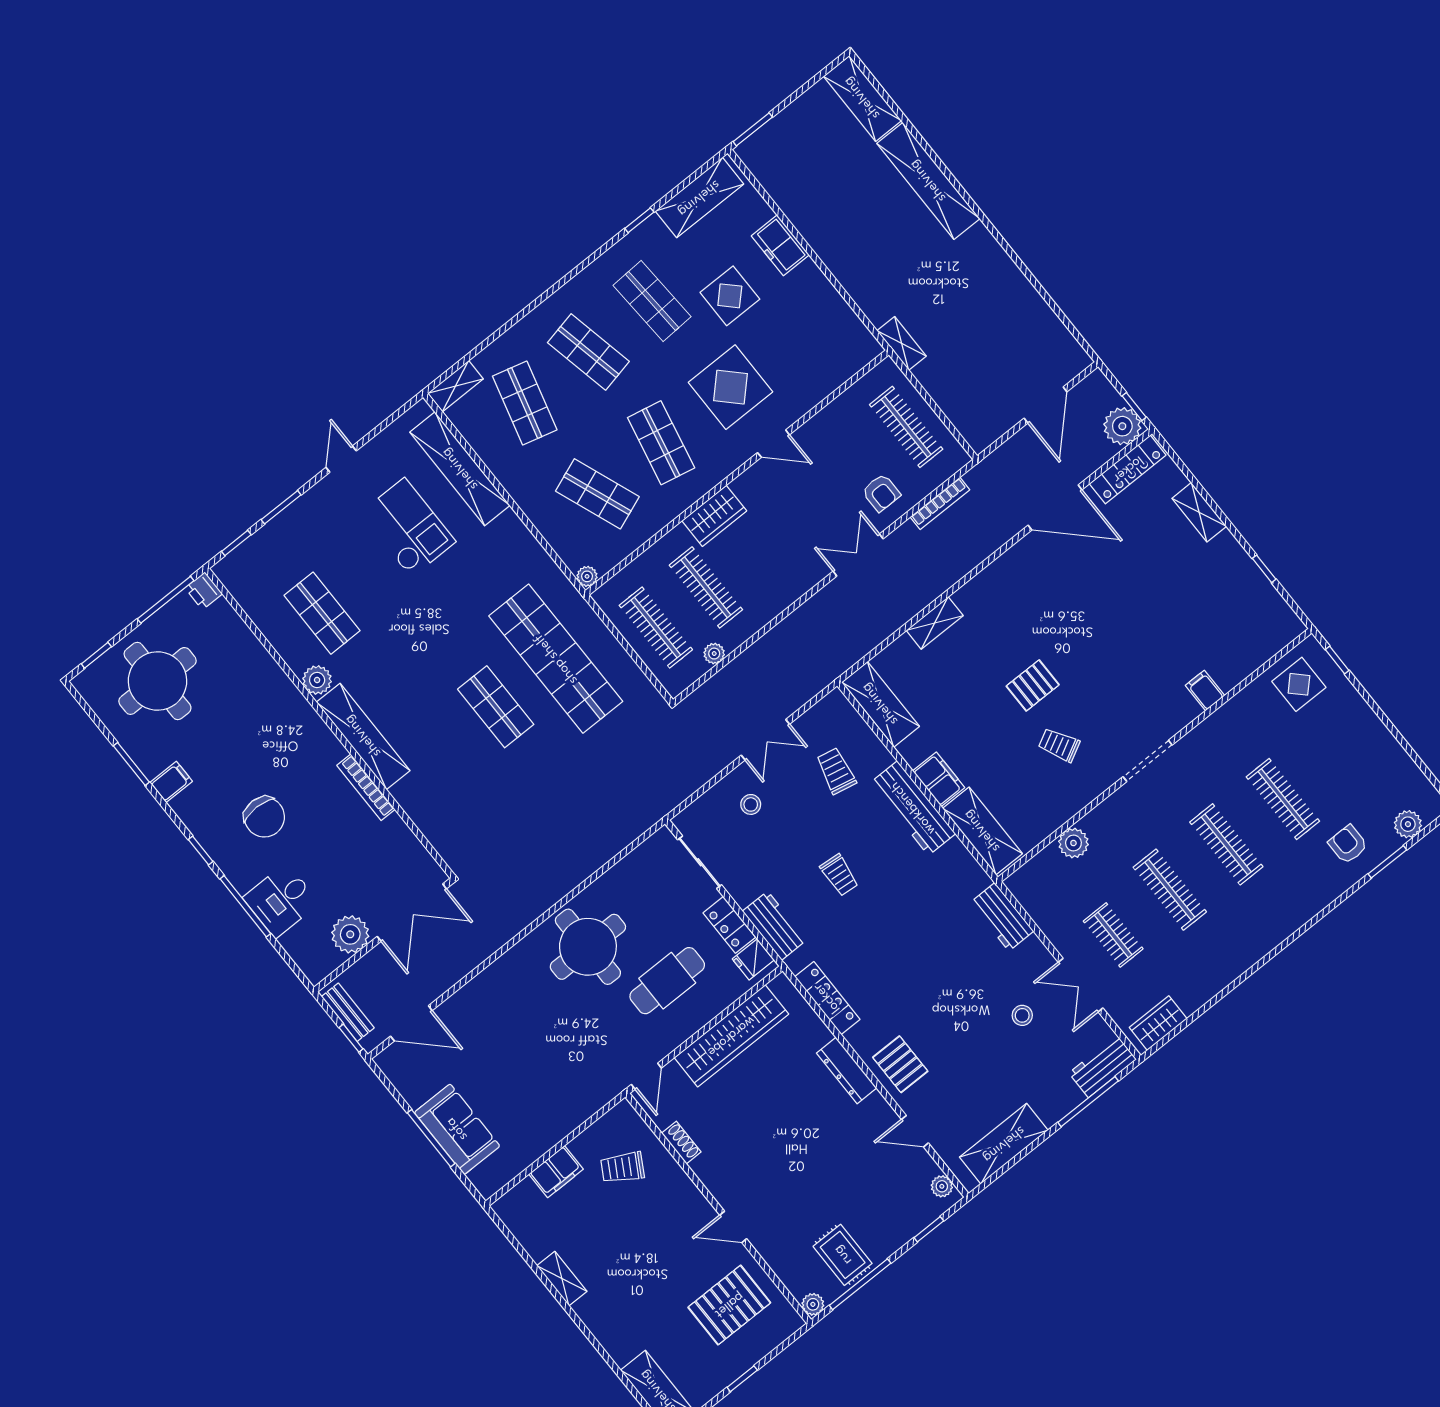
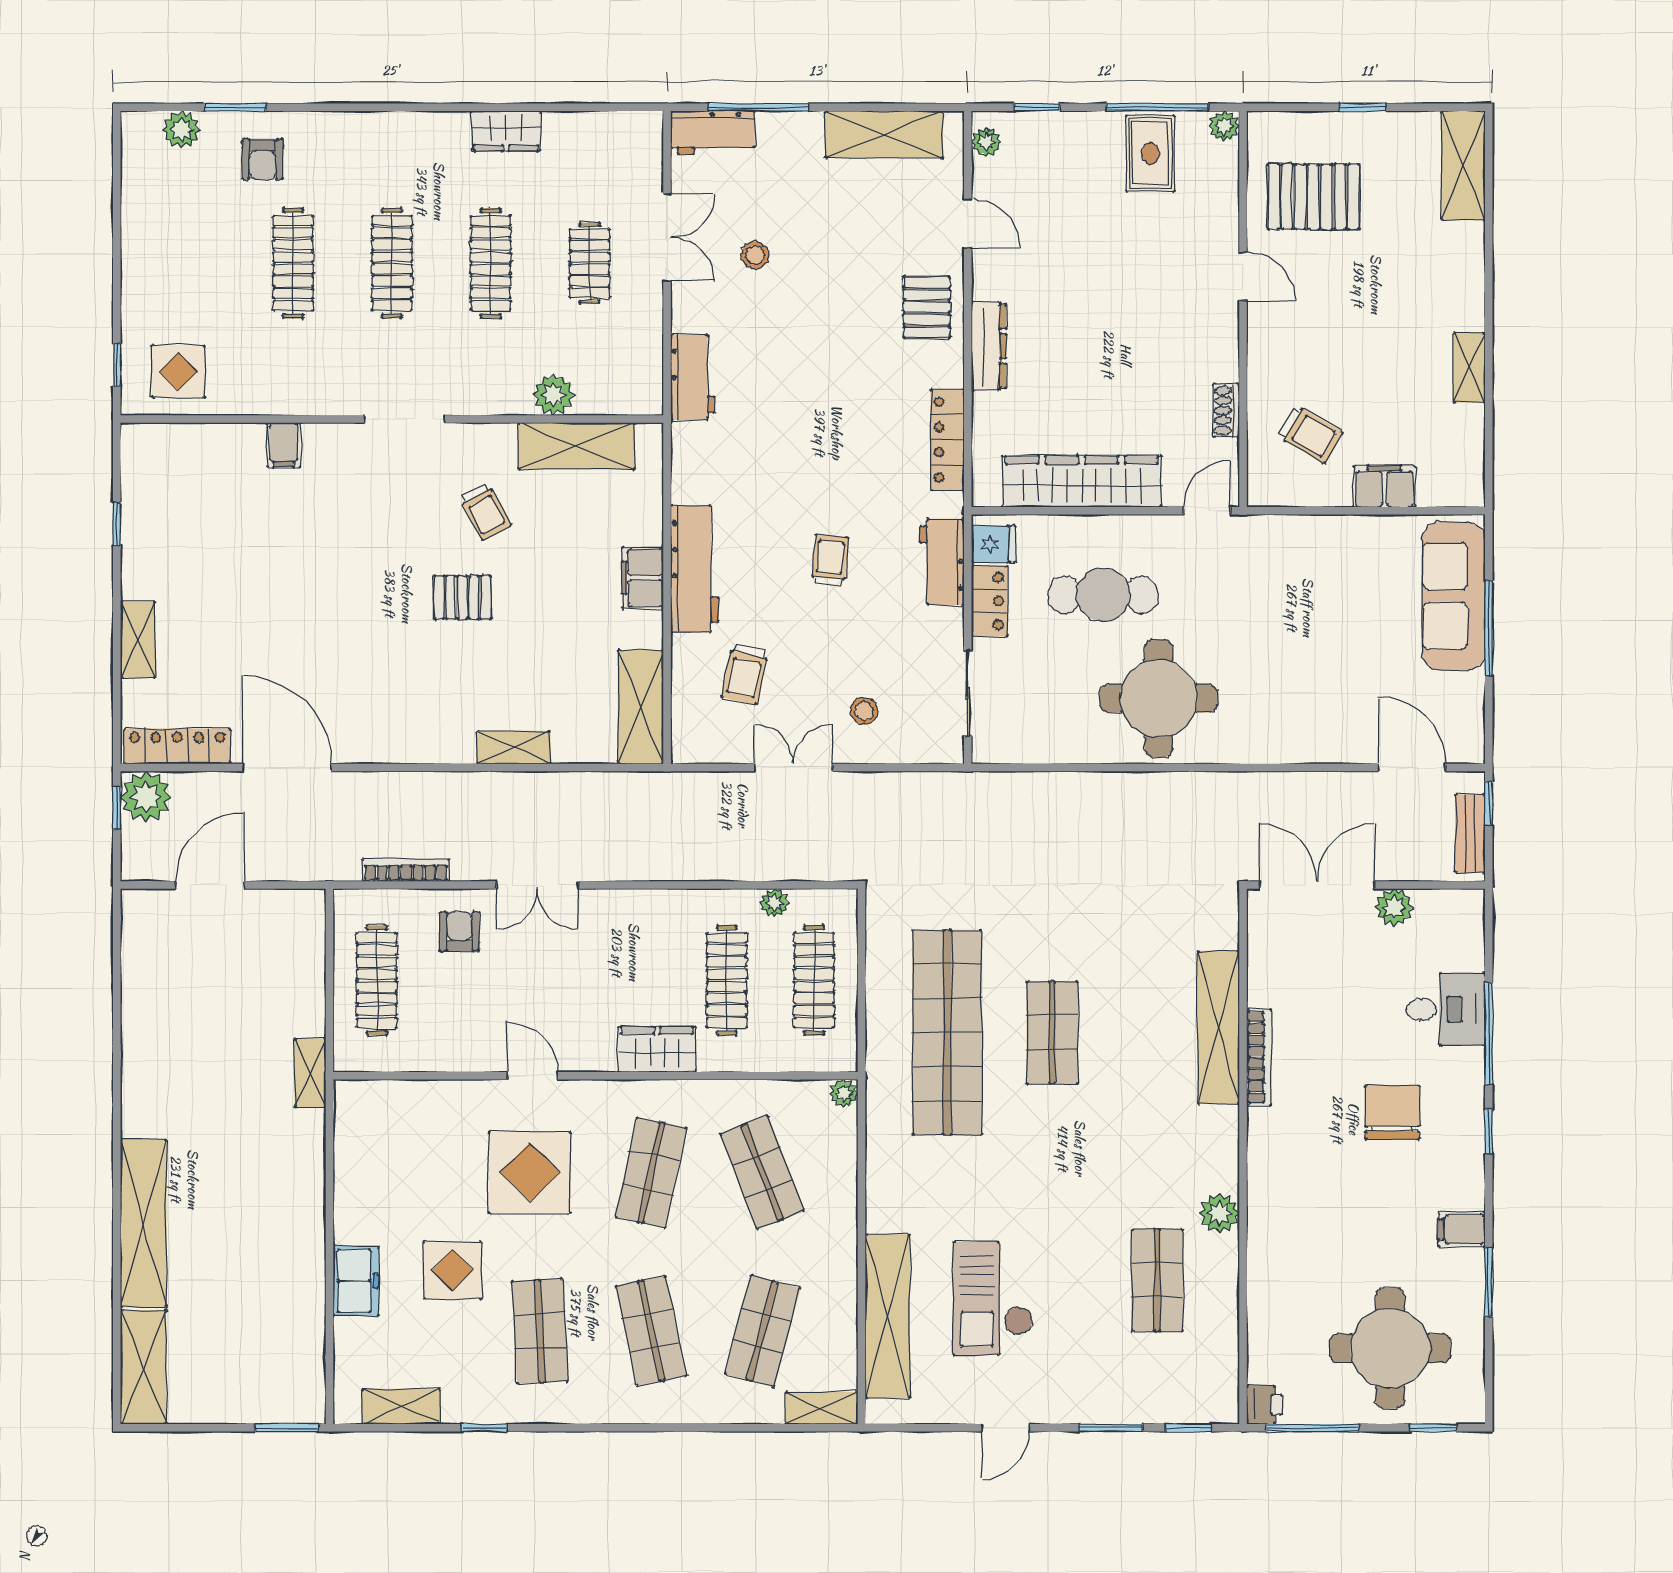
shelving: (699, 198) -> (401, 1407), width x0.67, depth x0.75
shelving: (363, 736) -> (1218, 1027), moved
shelving: (982, 831) -> (576, 446), moved, turned 90
plant: (350, 934) -> (1394, 907), width x0.73, depth x0.73
wardrobe: (1158, 1023) -> (506, 131), moved
sofa: (457, 1129) -> (1453, 596), width x1.36

